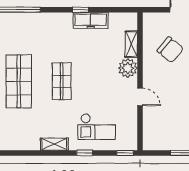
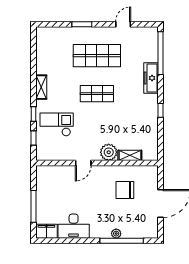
freezer: (91, 20) -> (151, 78), moved
chair: (170, 50) -> (125, 190), turned 50
checkout: (97, 127) -> (57, 125), turned 90
window: (125, 153) -> (33, 138), moved

